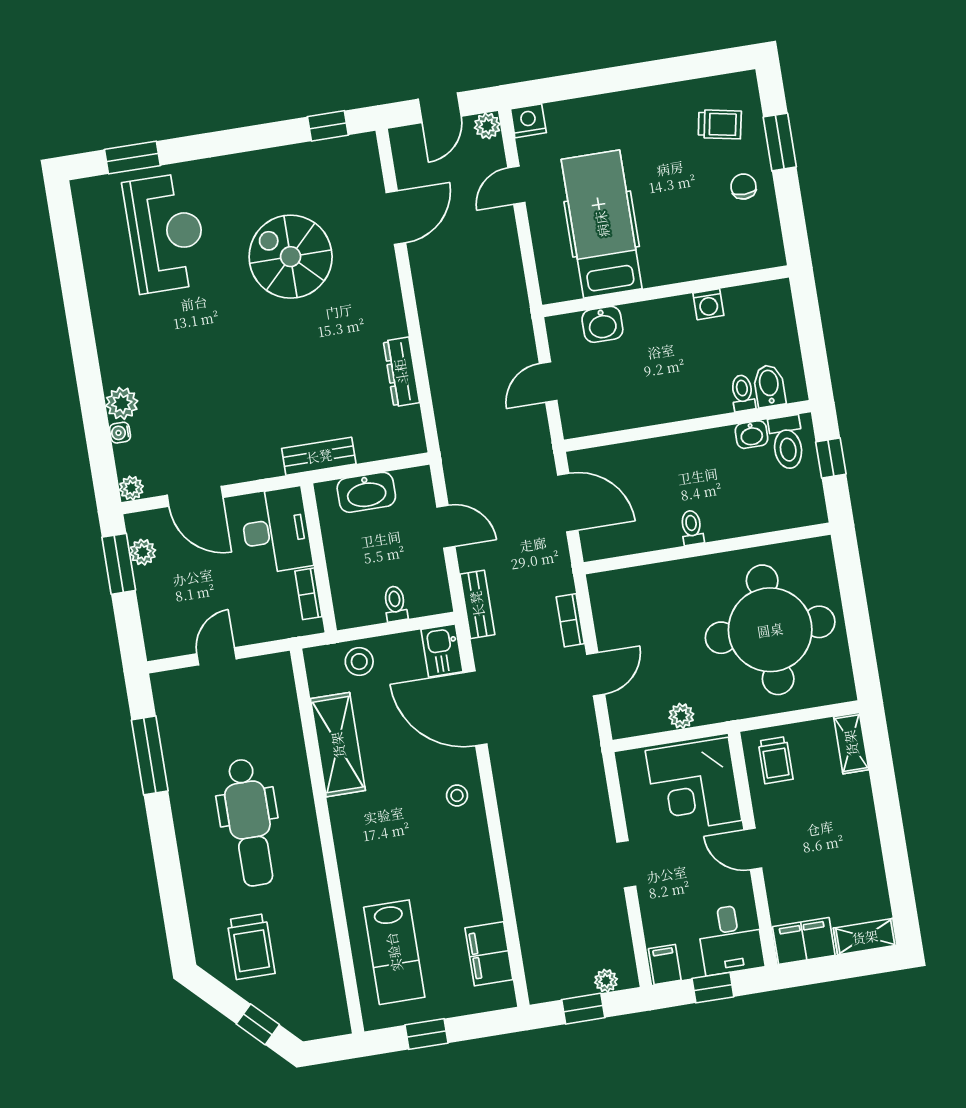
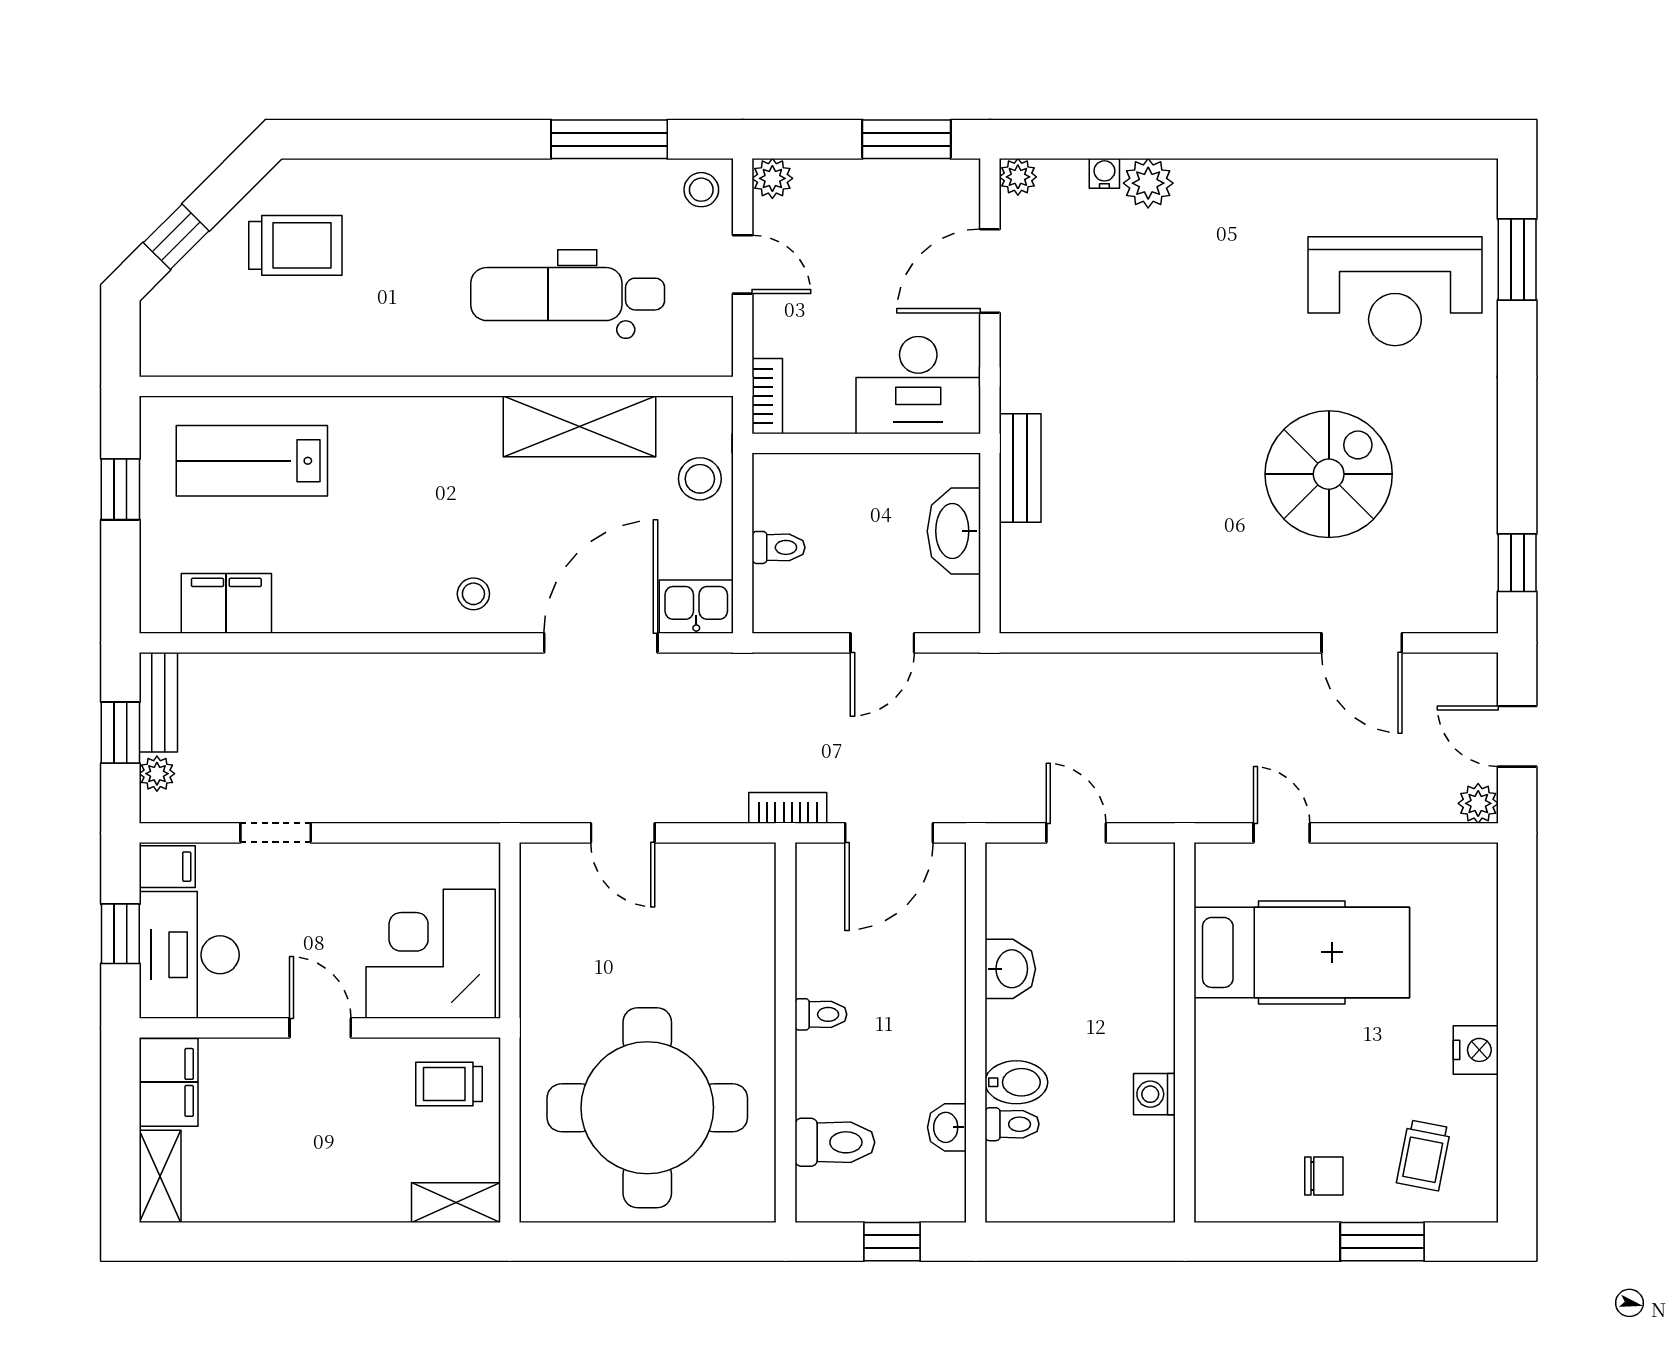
nightstand: (528, 121) -> (1476, 1050), moved
door: (516, 185) -> (1282, 833), moved
washbasin: (602, 324) -> (1010, 969), moved, turned 180
dresser: (401, 372) -> (1127, 613), removed
bidet: (769, 386) -> (1016, 1082), moved
toilet: (787, 442) -> (835, 1142), moved, turned 180
plant: (143, 552) -> (772, 178), moved
bookcase: (309, 594) -> (767, 396), moved, turned 90
bench: (477, 604) -> (158, 702), moved, turned 90
bookcase: (570, 620) -> (788, 808), moved
stool: (173, 691) -> (701, 190), added
plant: (681, 716) -> (539, 952), removed
dental chair: (249, 822) -> (568, 294), moved
door: (753, 849) -> (320, 1028), hinge flipped
doorway: (626, 864) -> (276, 833), moved
desk: (730, 939) -> (189, 955), width x1.37
trolley: (251, 947) -> (295, 245), turned 180

